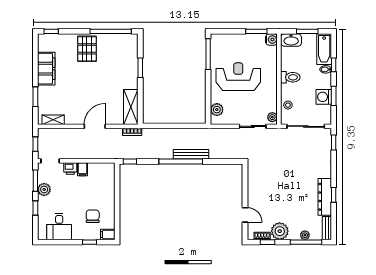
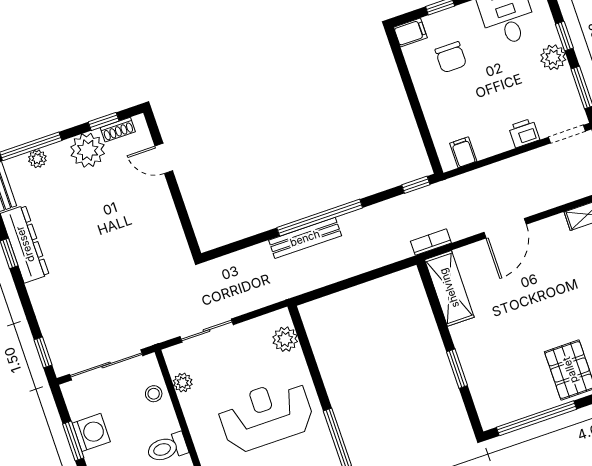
reception desk: (238, 77) -> (266, 415), turned 180
plant: (272, 117) -> (183, 383), moved
filing cabinet: (83, 169) -> (463, 152), moved
plant: (44, 189) -> (553, 57), moved

